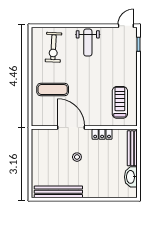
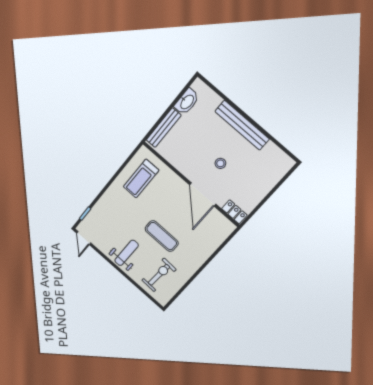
door: (126, 26) -> (84, 238), hinge flipped
exercise mat: (53, 90) -> (162, 236), moved
locker: (102, 134) -> (234, 212), moved
bench: (58, 192) -> (242, 125), moved

